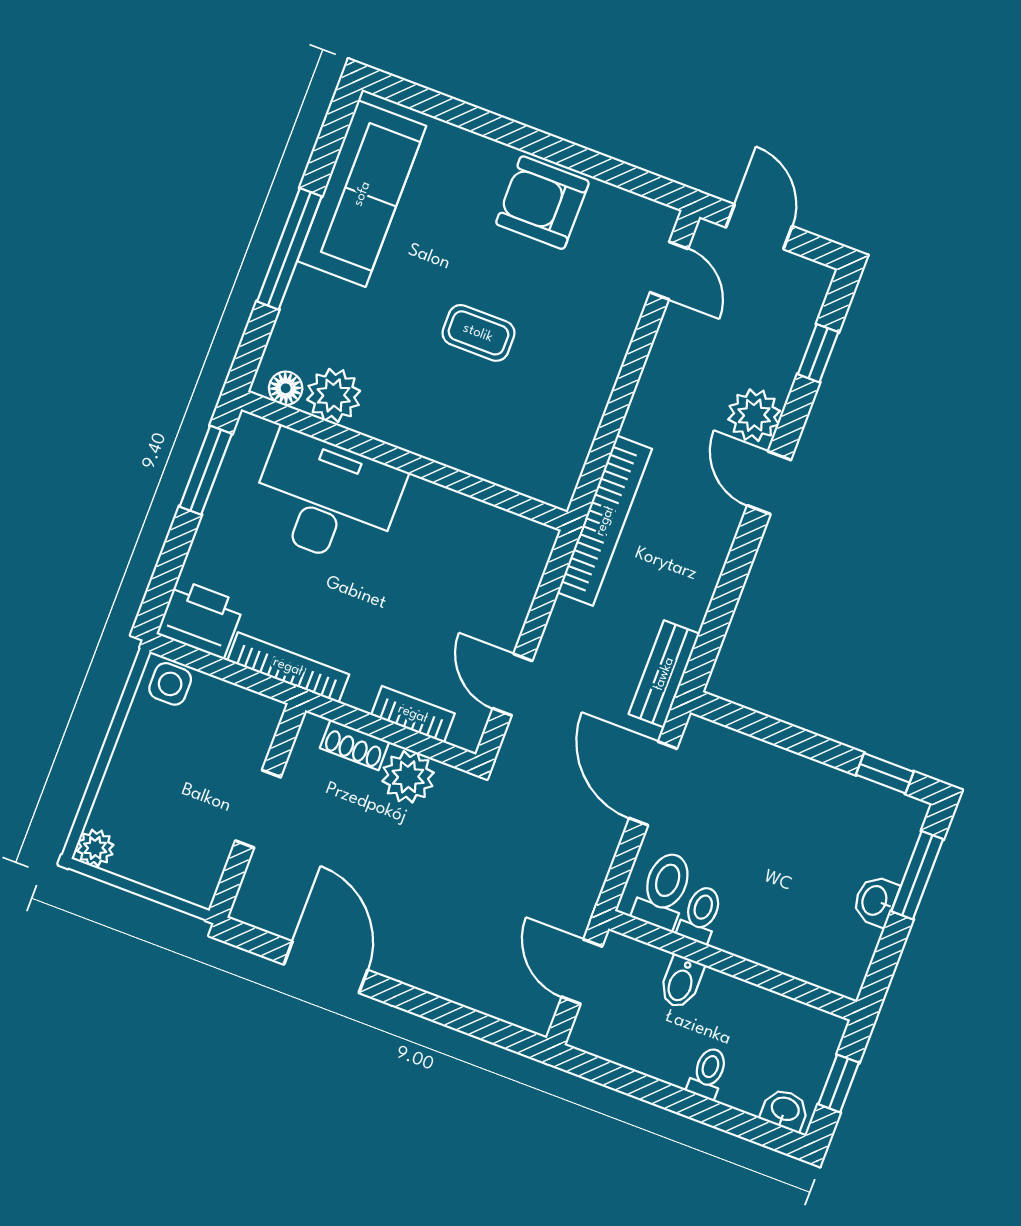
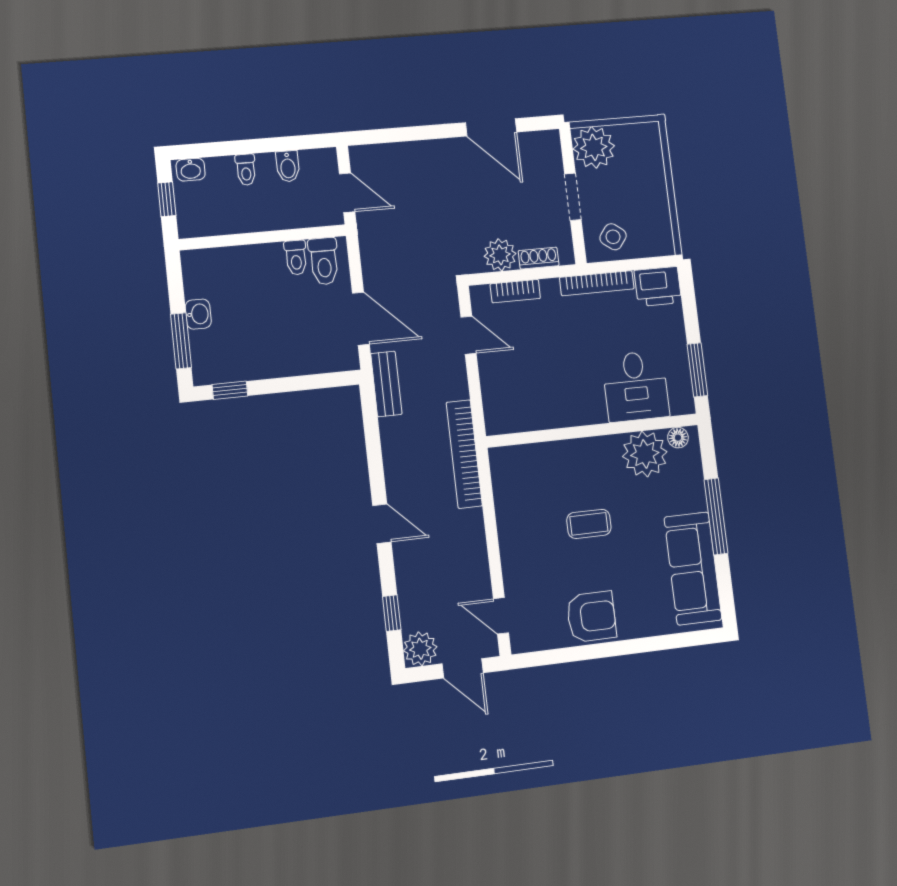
plant: (334, 395) -> (645, 454), width x1.36, depth x1.36
plant: (754, 415) -> (420, 649), moved
desk: (326, 499) -> (636, 386), width x0.73
side table: (170, 684) -> (613, 237), moved, turned 37
plant: (95, 848) -> (594, 147), moved, width x1.88, depth x1.88
bidet: (681, 982) -> (288, 166), moved, turned 180

